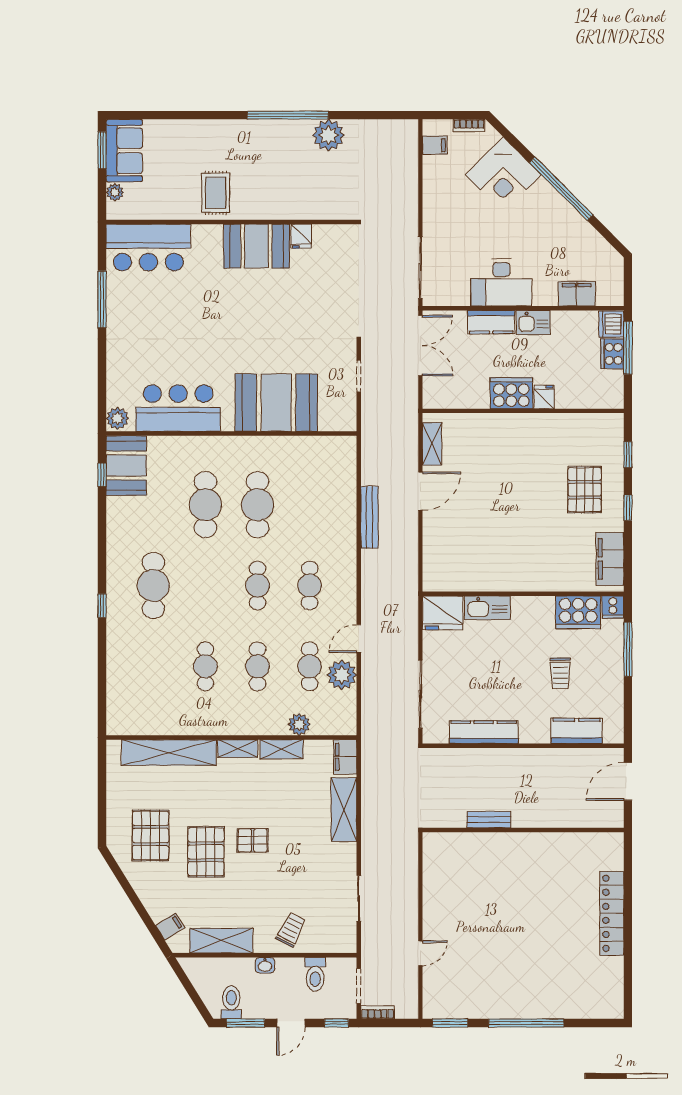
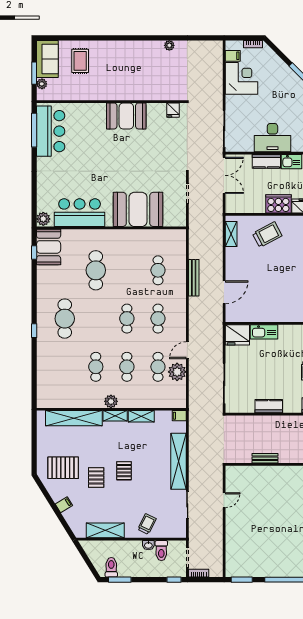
window: (288, 115) -> (145, 38), removed
plant: (328, 135) -> (169, 45), width x0.53, depth x0.53
window: (102, 150) -> (34, 73), moved
corner desk: (503, 175) -> (241, 78), moved, turned -135
rug: (216, 193) -> (80, 61), moved
fridge: (301, 236) -> (173, 110), moved
bar counter: (148, 247) -> (51, 131), moved, turned -90
window: (102, 299) -> (34, 130), moved
trolley: (493, 445) -> (267, 235), added
door: (420, 491) -> (224, 292), moved
cafe table: (257, 505) -> (158, 270), moved, width x0.73, depth x0.74
plant: (299, 724) -> (111, 401), moved
kitchen counter: (484, 732) -> (269, 406), width x0.67
filing cabinet: (345, 757) -> (179, 416), width x0.50
shelving: (344, 810) -> (178, 461), width x1.47
pallet: (151, 835) -> (63, 468), turned 90
pallet: (253, 840) -> (124, 471), turned 90
pallet: (206, 852) -> (96, 477), width x0.67, depth x0.71
filing cabinet: (170, 927) -> (64, 505), moved
door: (420, 953) -> (224, 500), moved
washbasin: (265, 965) -> (148, 545), moved
door: (291, 1023) -> (147, 580), removed

